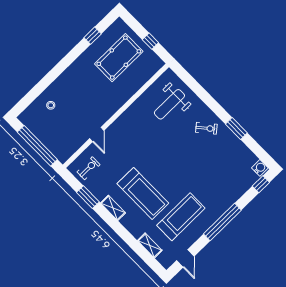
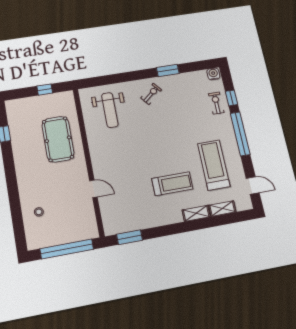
pool table: (119, 58) -> (58, 139), moved
exercise bike: (89, 168) -> (216, 103), moved
window: (261, 184) -> (231, 98), moved
treadmill: (143, 193) -> (172, 184), width x0.73, depth x0.73
window: (88, 197) -> (129, 237), moved
shelving: (113, 208) -> (196, 213), moved

